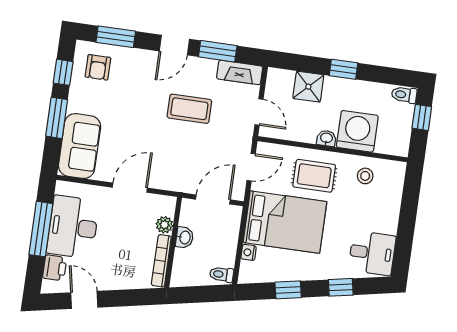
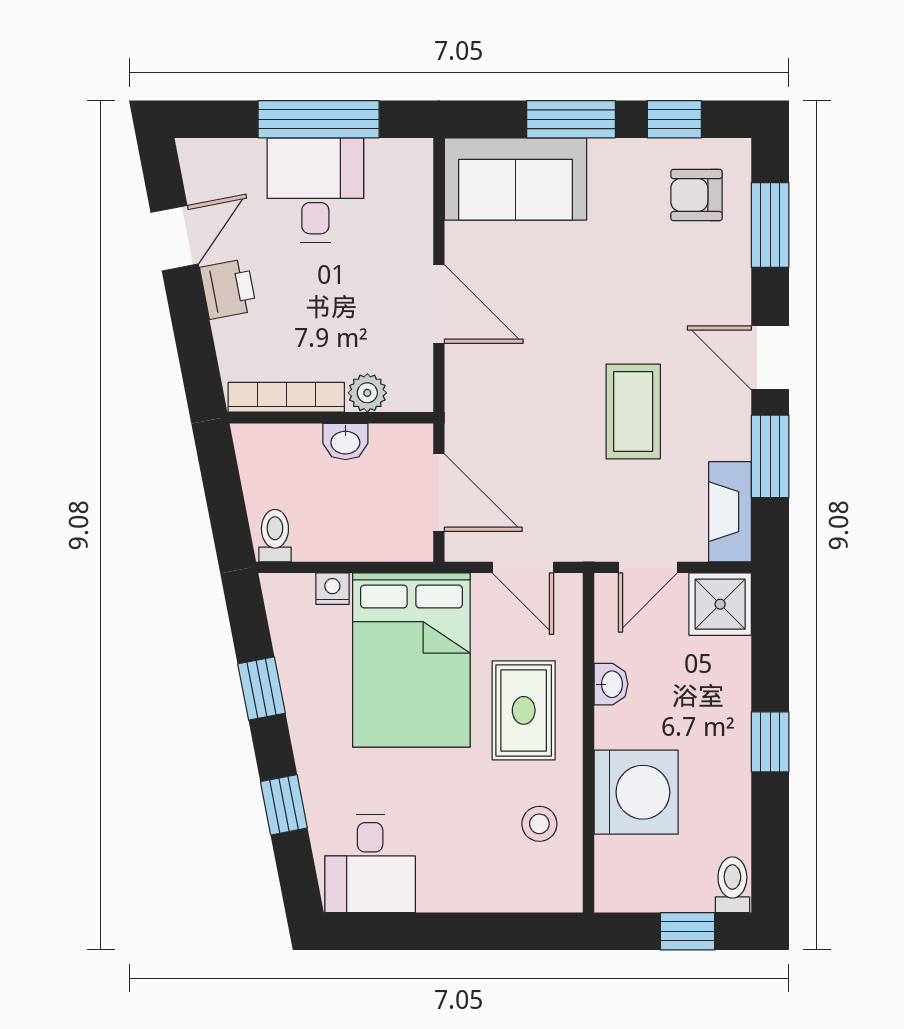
shower: (308, 87) -> (720, 604), moved
washbasin: (326, 138) -> (611, 684), moved
desk: (73, 227) -> (315, 190), width x0.73
printer: (55, 268) -> (228, 289), moved, turned -101

